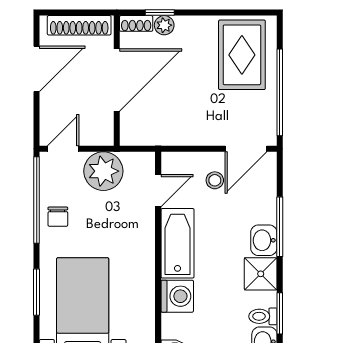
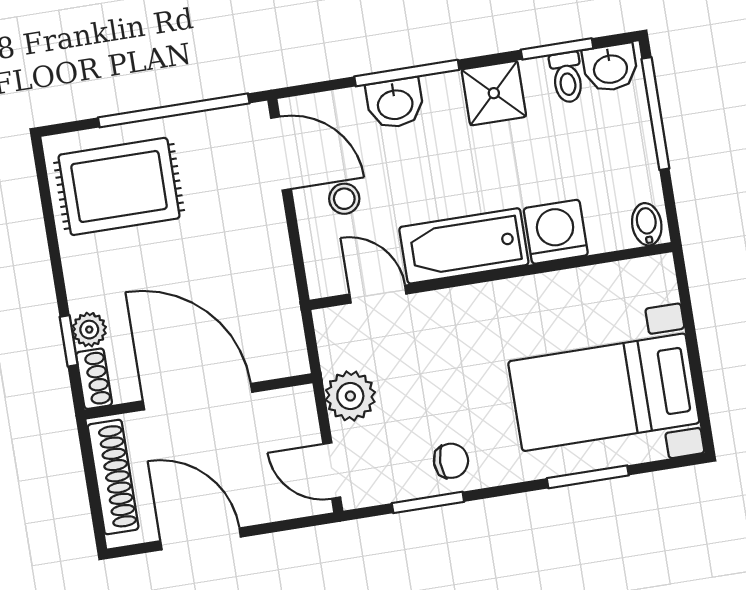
plant: (103, 171) -> (350, 396), width x0.73, depth x0.73
window: (37, 200) -> (428, 502), width x0.47
washbasin: (264, 240) -> (395, 103), moved

